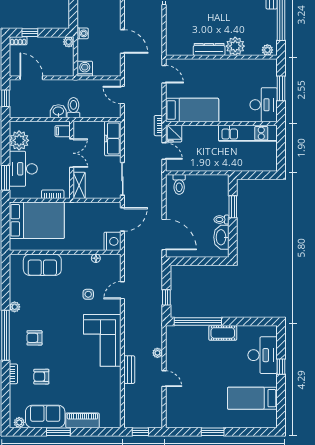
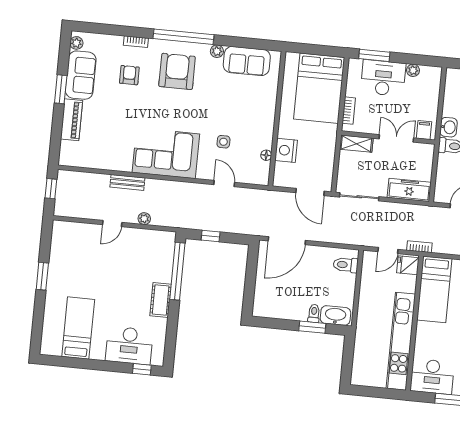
kitchen unit: (248, 133) -> (401, 341), width x1.36
plant: (19, 140) -> (413, 70), width x0.53, depth x0.53
double door: (72, 153) -> (396, 138), swing flipped
toilet: (221, 220) -> (314, 313), moved
washbasin: (221, 237) -> (335, 316), moved
nightstand: (112, 241) -> (286, 150), moved, turned 90
sofa: (42, 265) -> (247, 61), moved, turned -90
armchair: (34, 338) -> (177, 71), width x1.88, depth x1.88
window: (281, 367) -> (142, 369), moved

